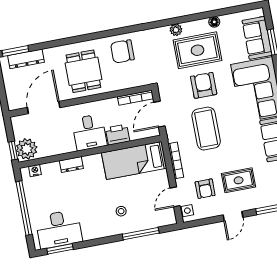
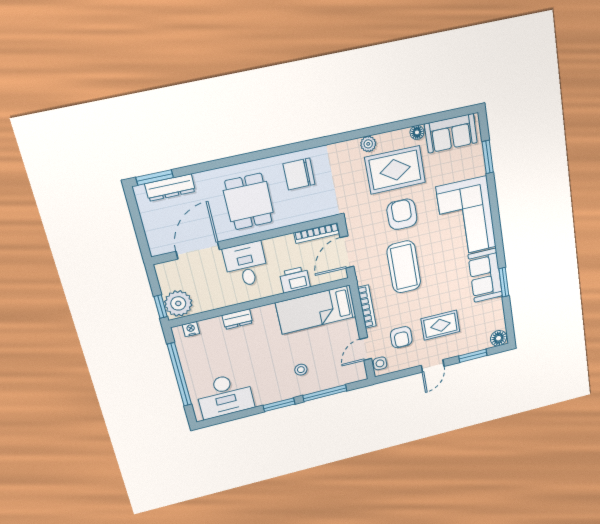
sofa: (257, 38) -> (451, 133), moved, turned -90
desk: (89, 132) -> (246, 265), moved, turned 180
window: (60, 249) -> (279, 405), moved

